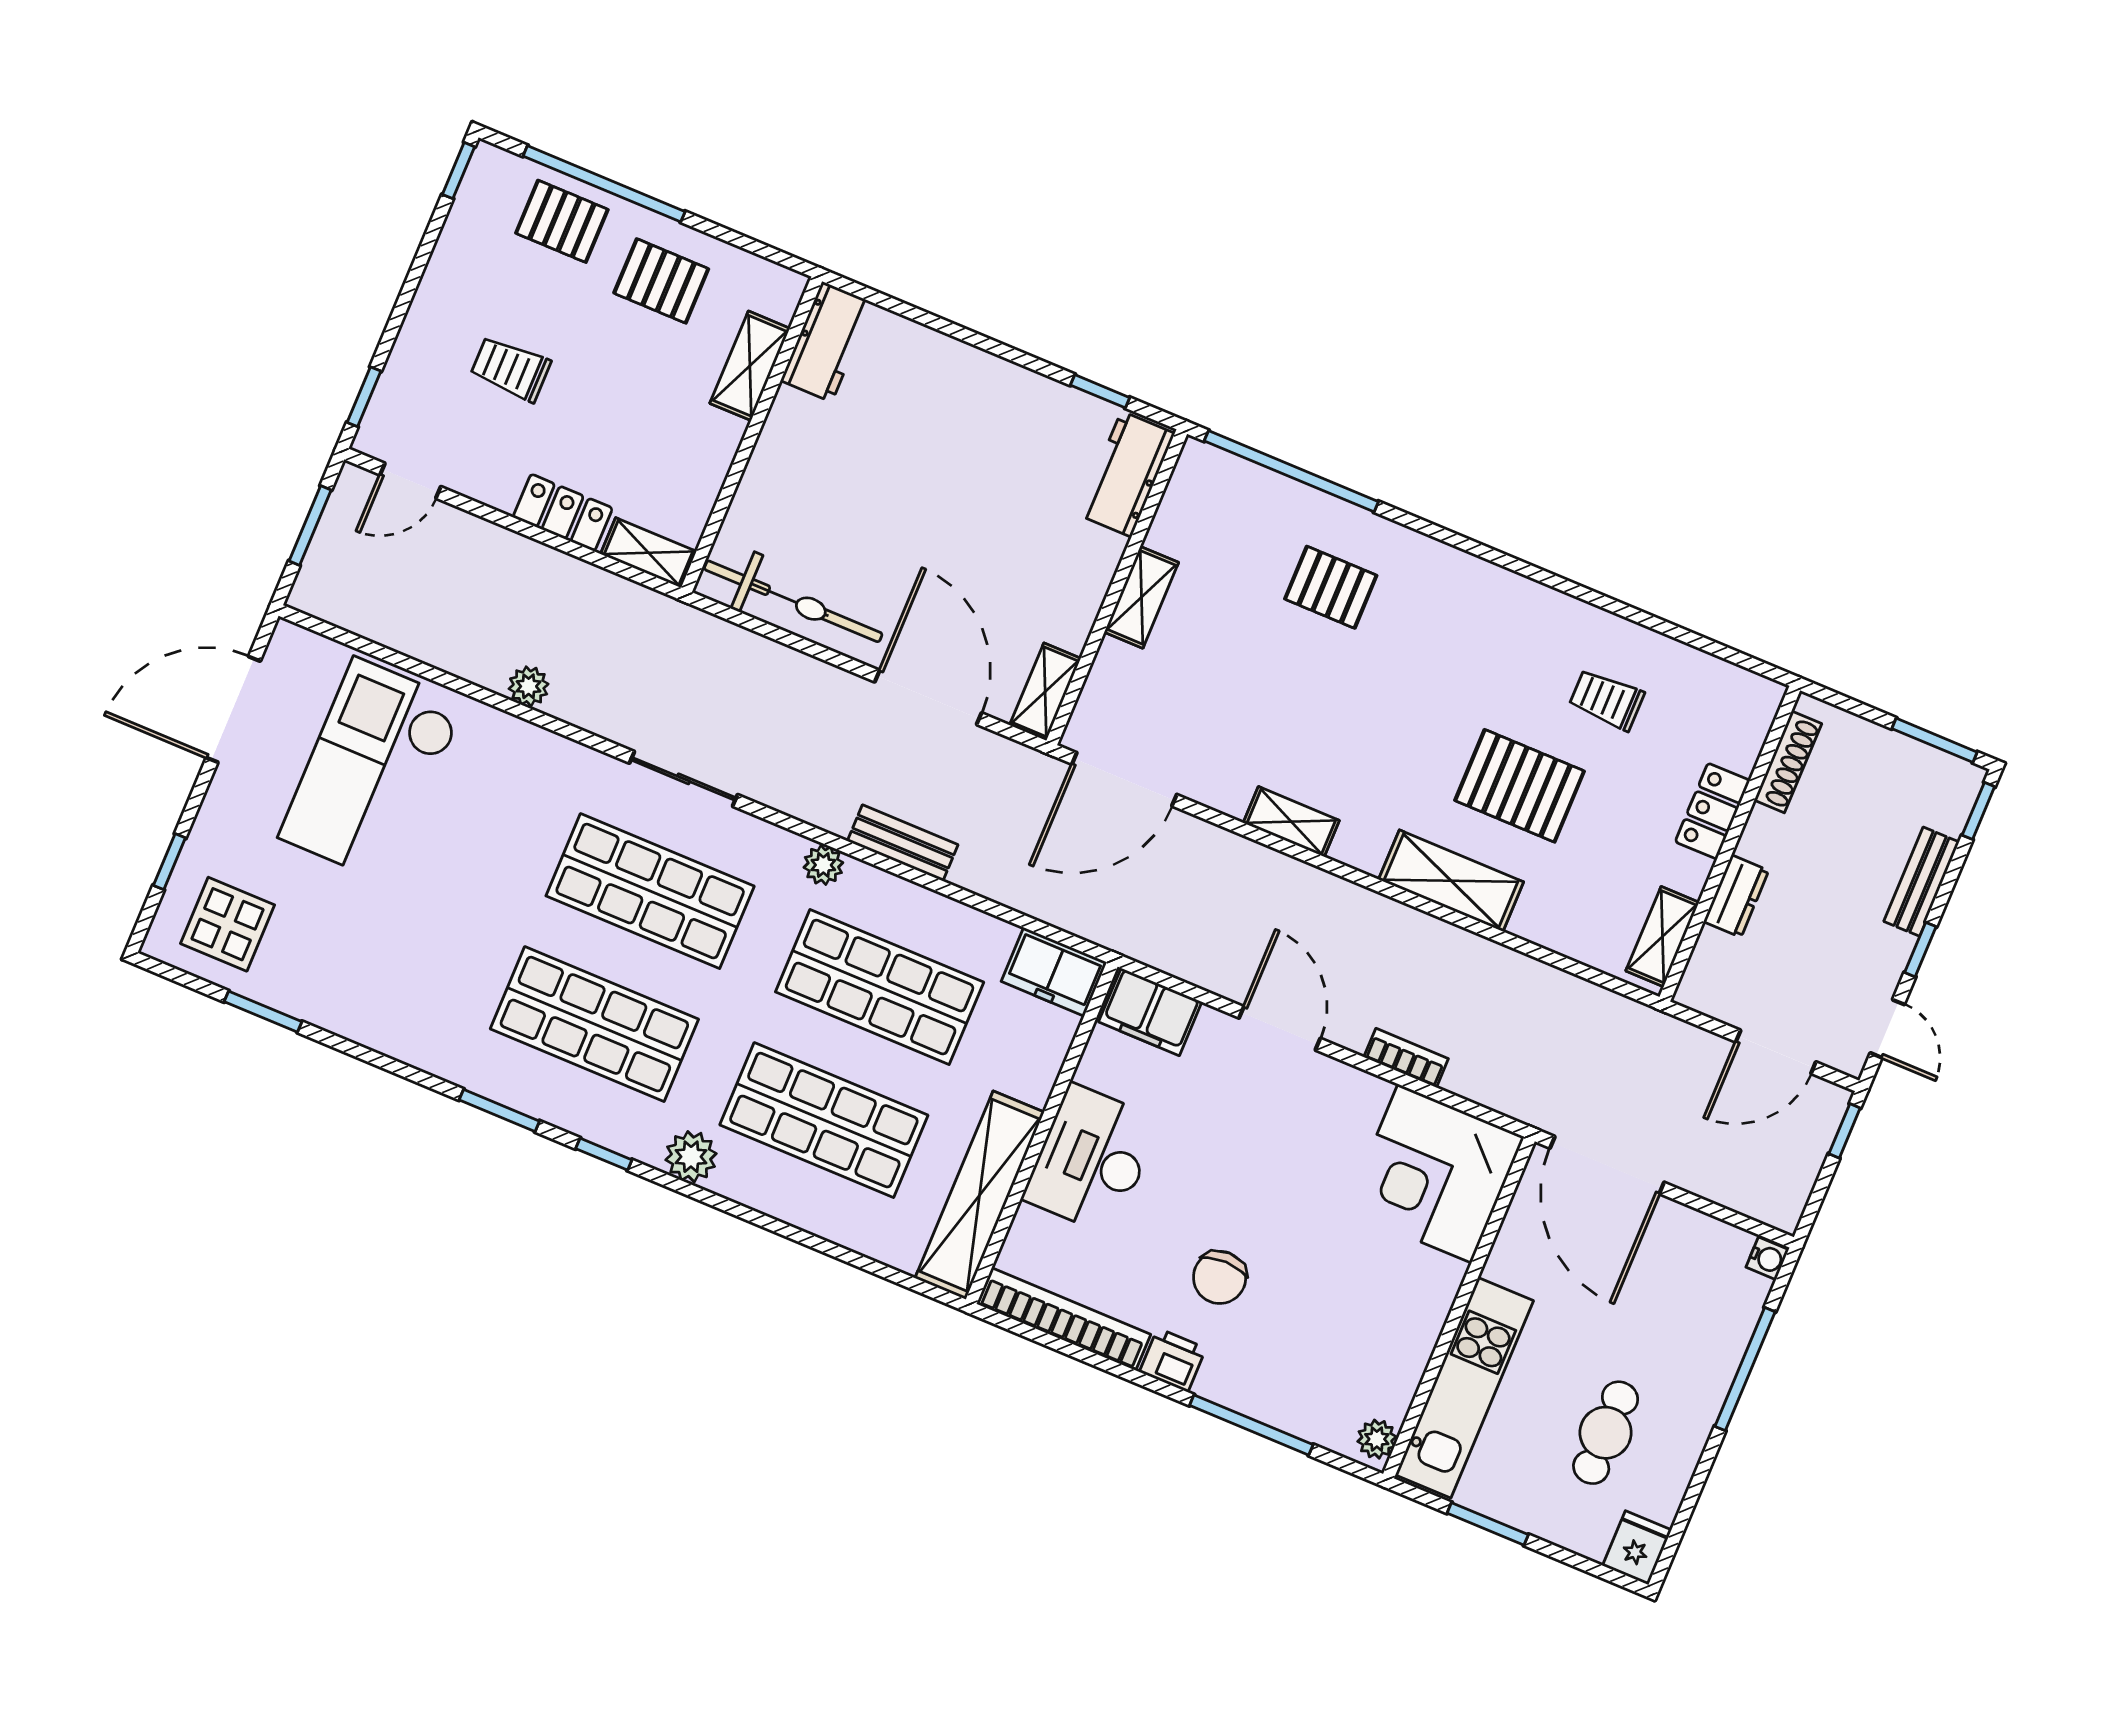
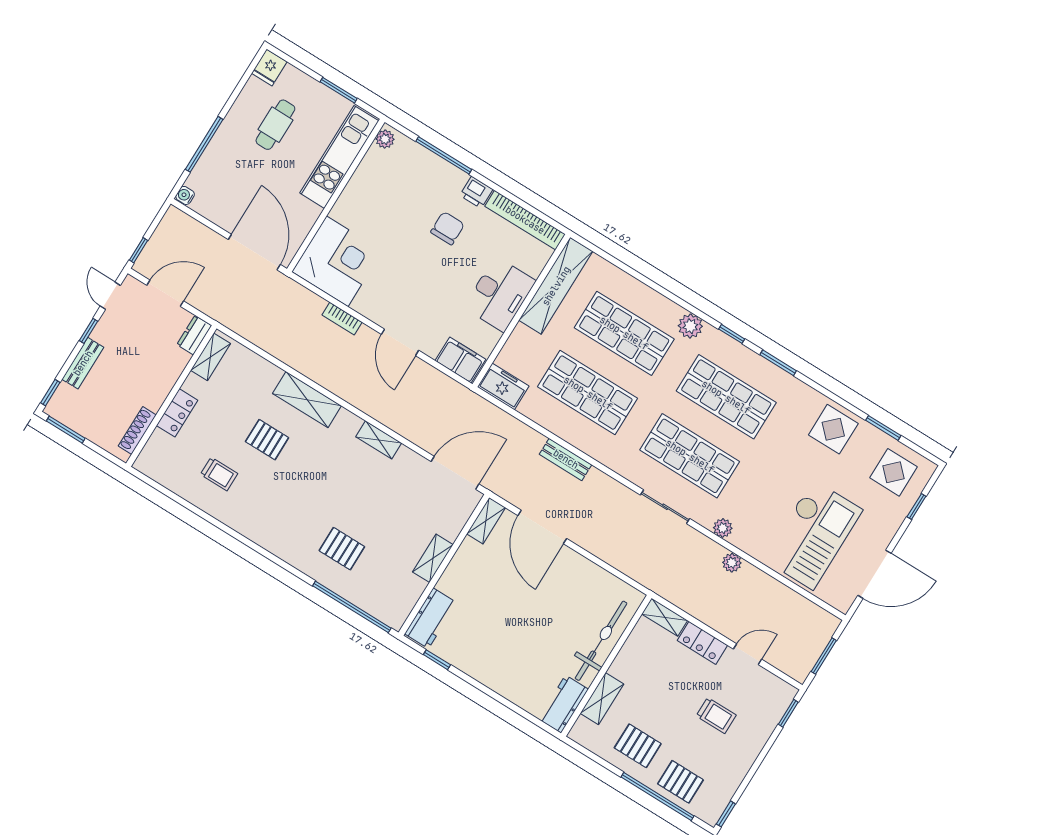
door: (410, 481) -> (747, 654), moved
bicycle: (793, 601) -> (601, 641), moved, turned 90
pallet: (1520, 786) -> (267, 440), width x0.67, depth x0.71
plant: (823, 865) -> (723, 528), moved
dresser: (1736, 896) -> (194, 335), moved
display table: (365, 993) -> (833, 429), added

